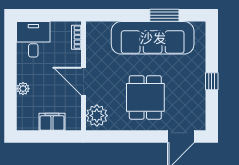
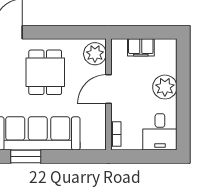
door: (84, 81) -> (109, 89), swing flipped
plant: (23, 89) -> (165, 87), width x1.88, depth x1.88

